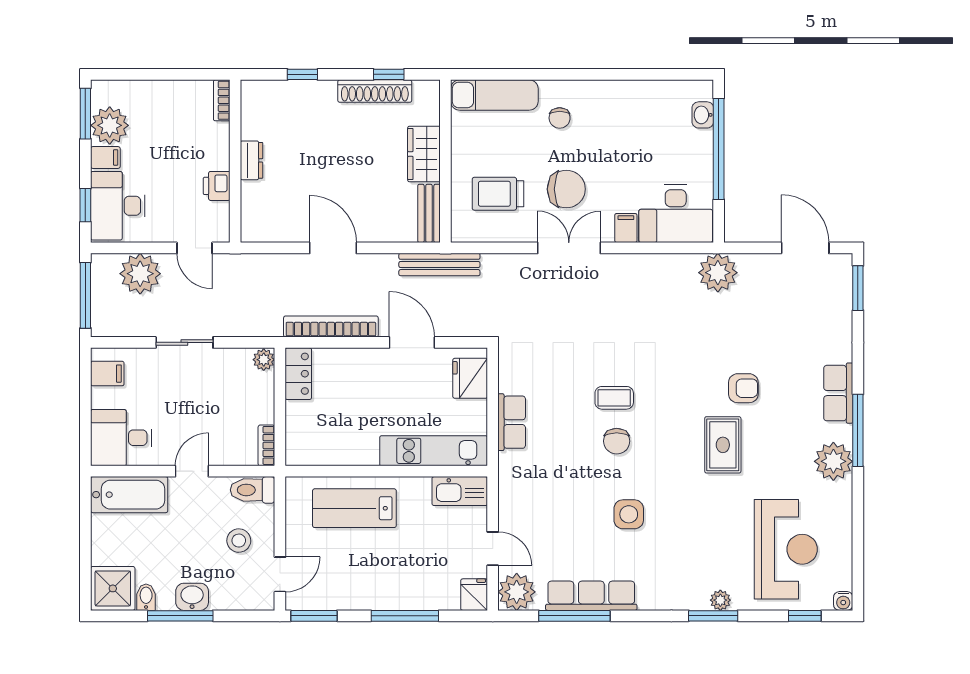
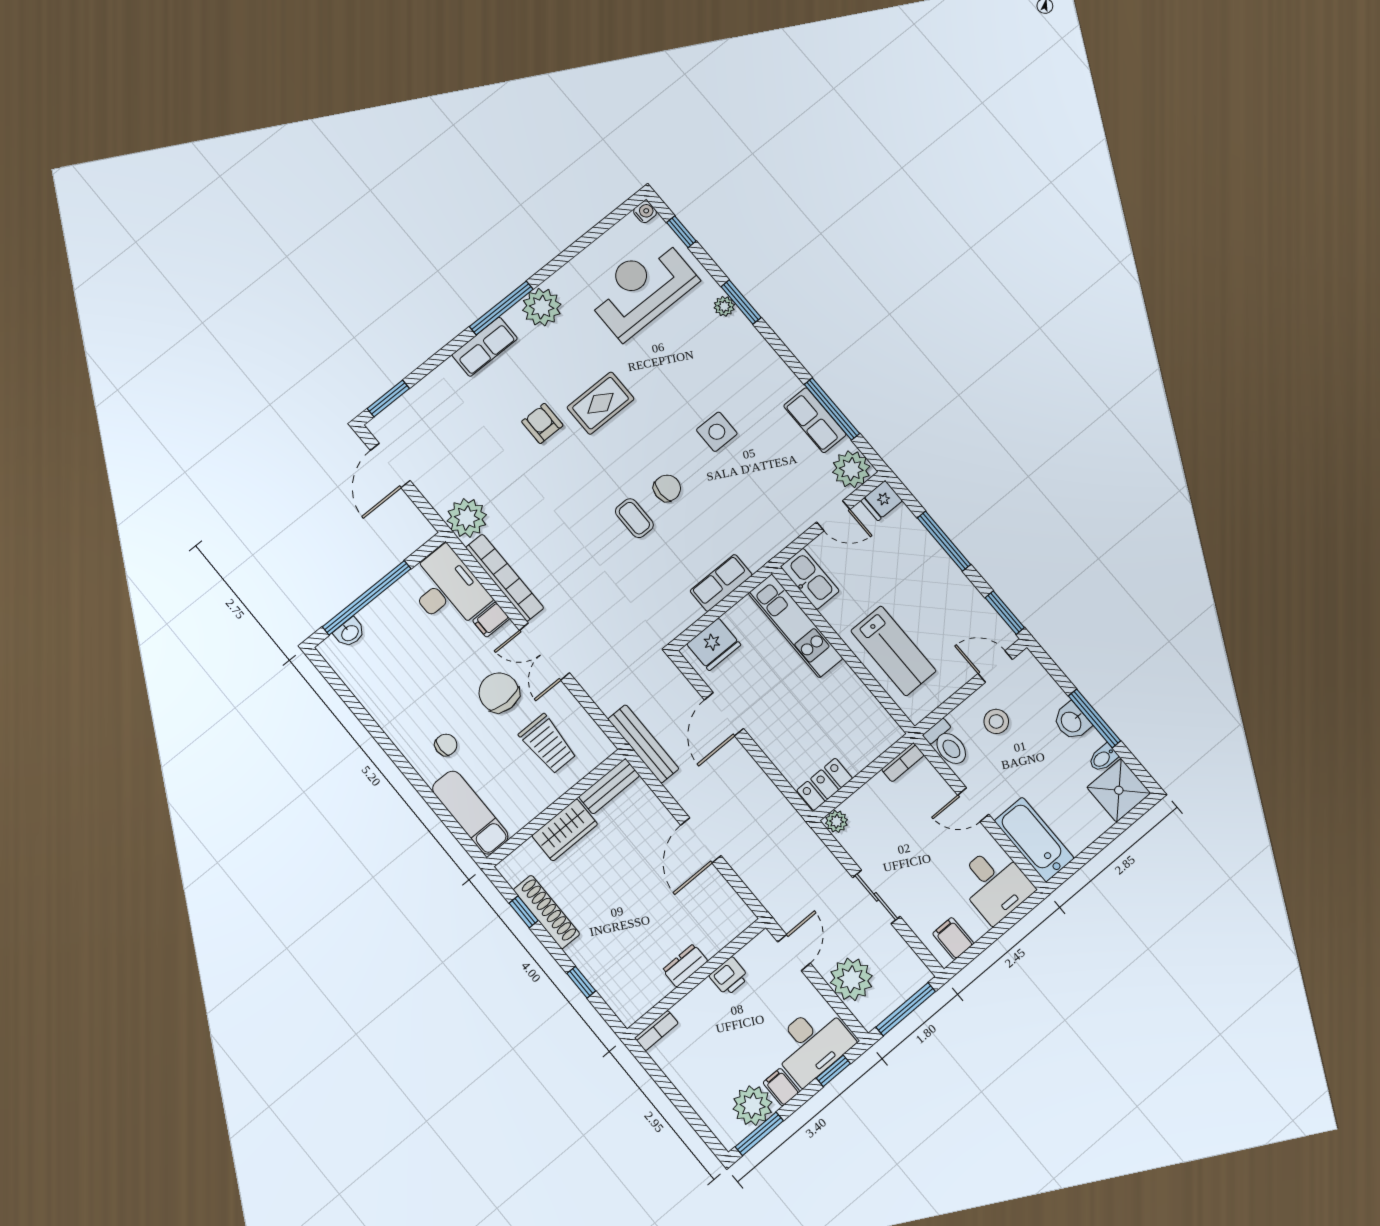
bookcase: (331, 327) -> (505, 578), moved, turned 180
door: (493, 549) -> (833, 516), swing flipped
row of seats: (591, 596) -> (815, 420), width x0.68

